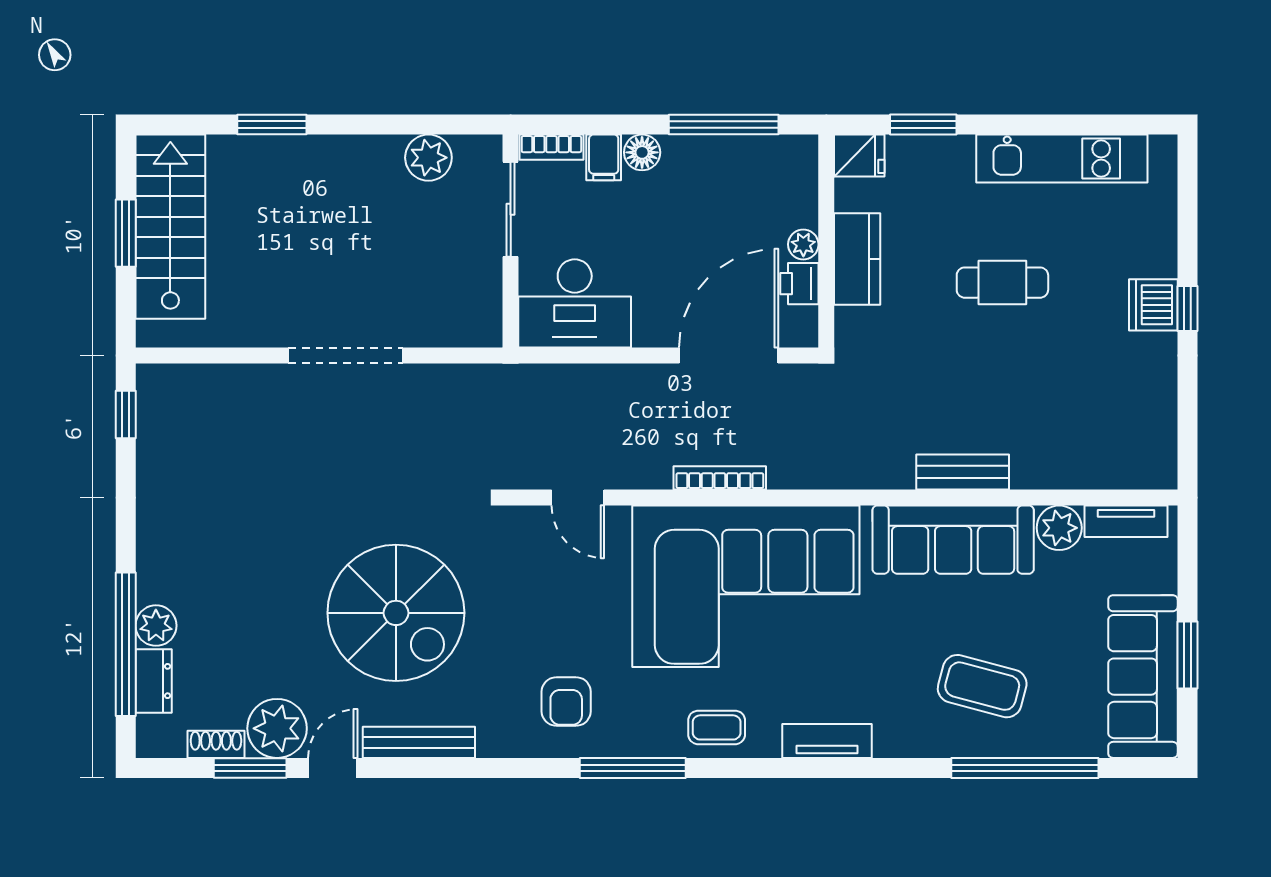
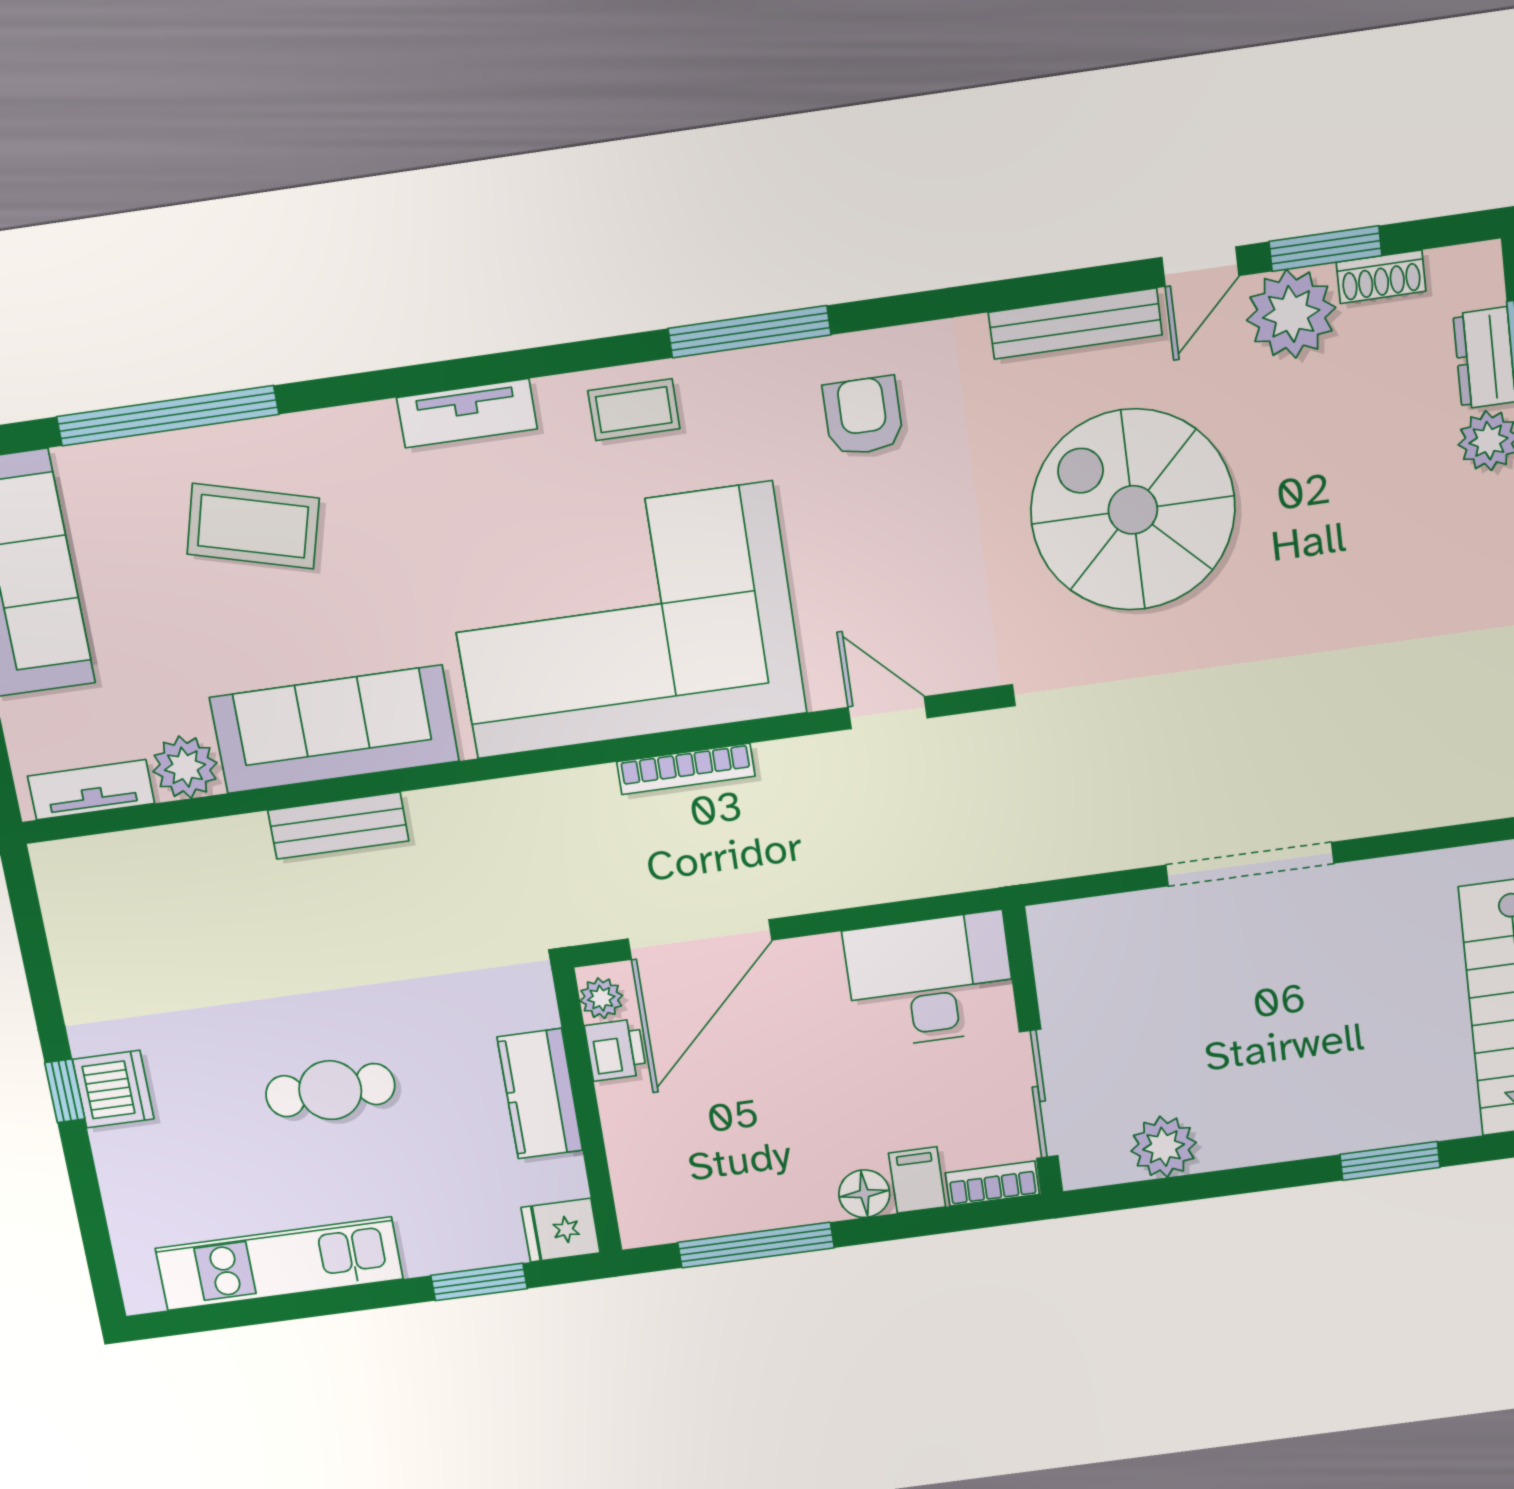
plant: (803, 244) -> (601, 998), moved

